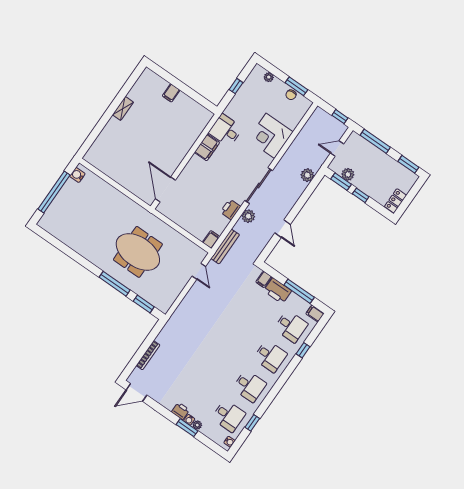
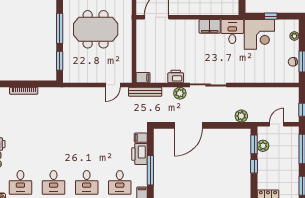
corner desk: (270, 136) -> (259, 34), moved, turned 180
door: (337, 149) -> (277, 124), hinge flipped
door: (283, 229) -> (188, 125), width x1.88
meeting table: (138, 252) -> (96, 29), turned 90

